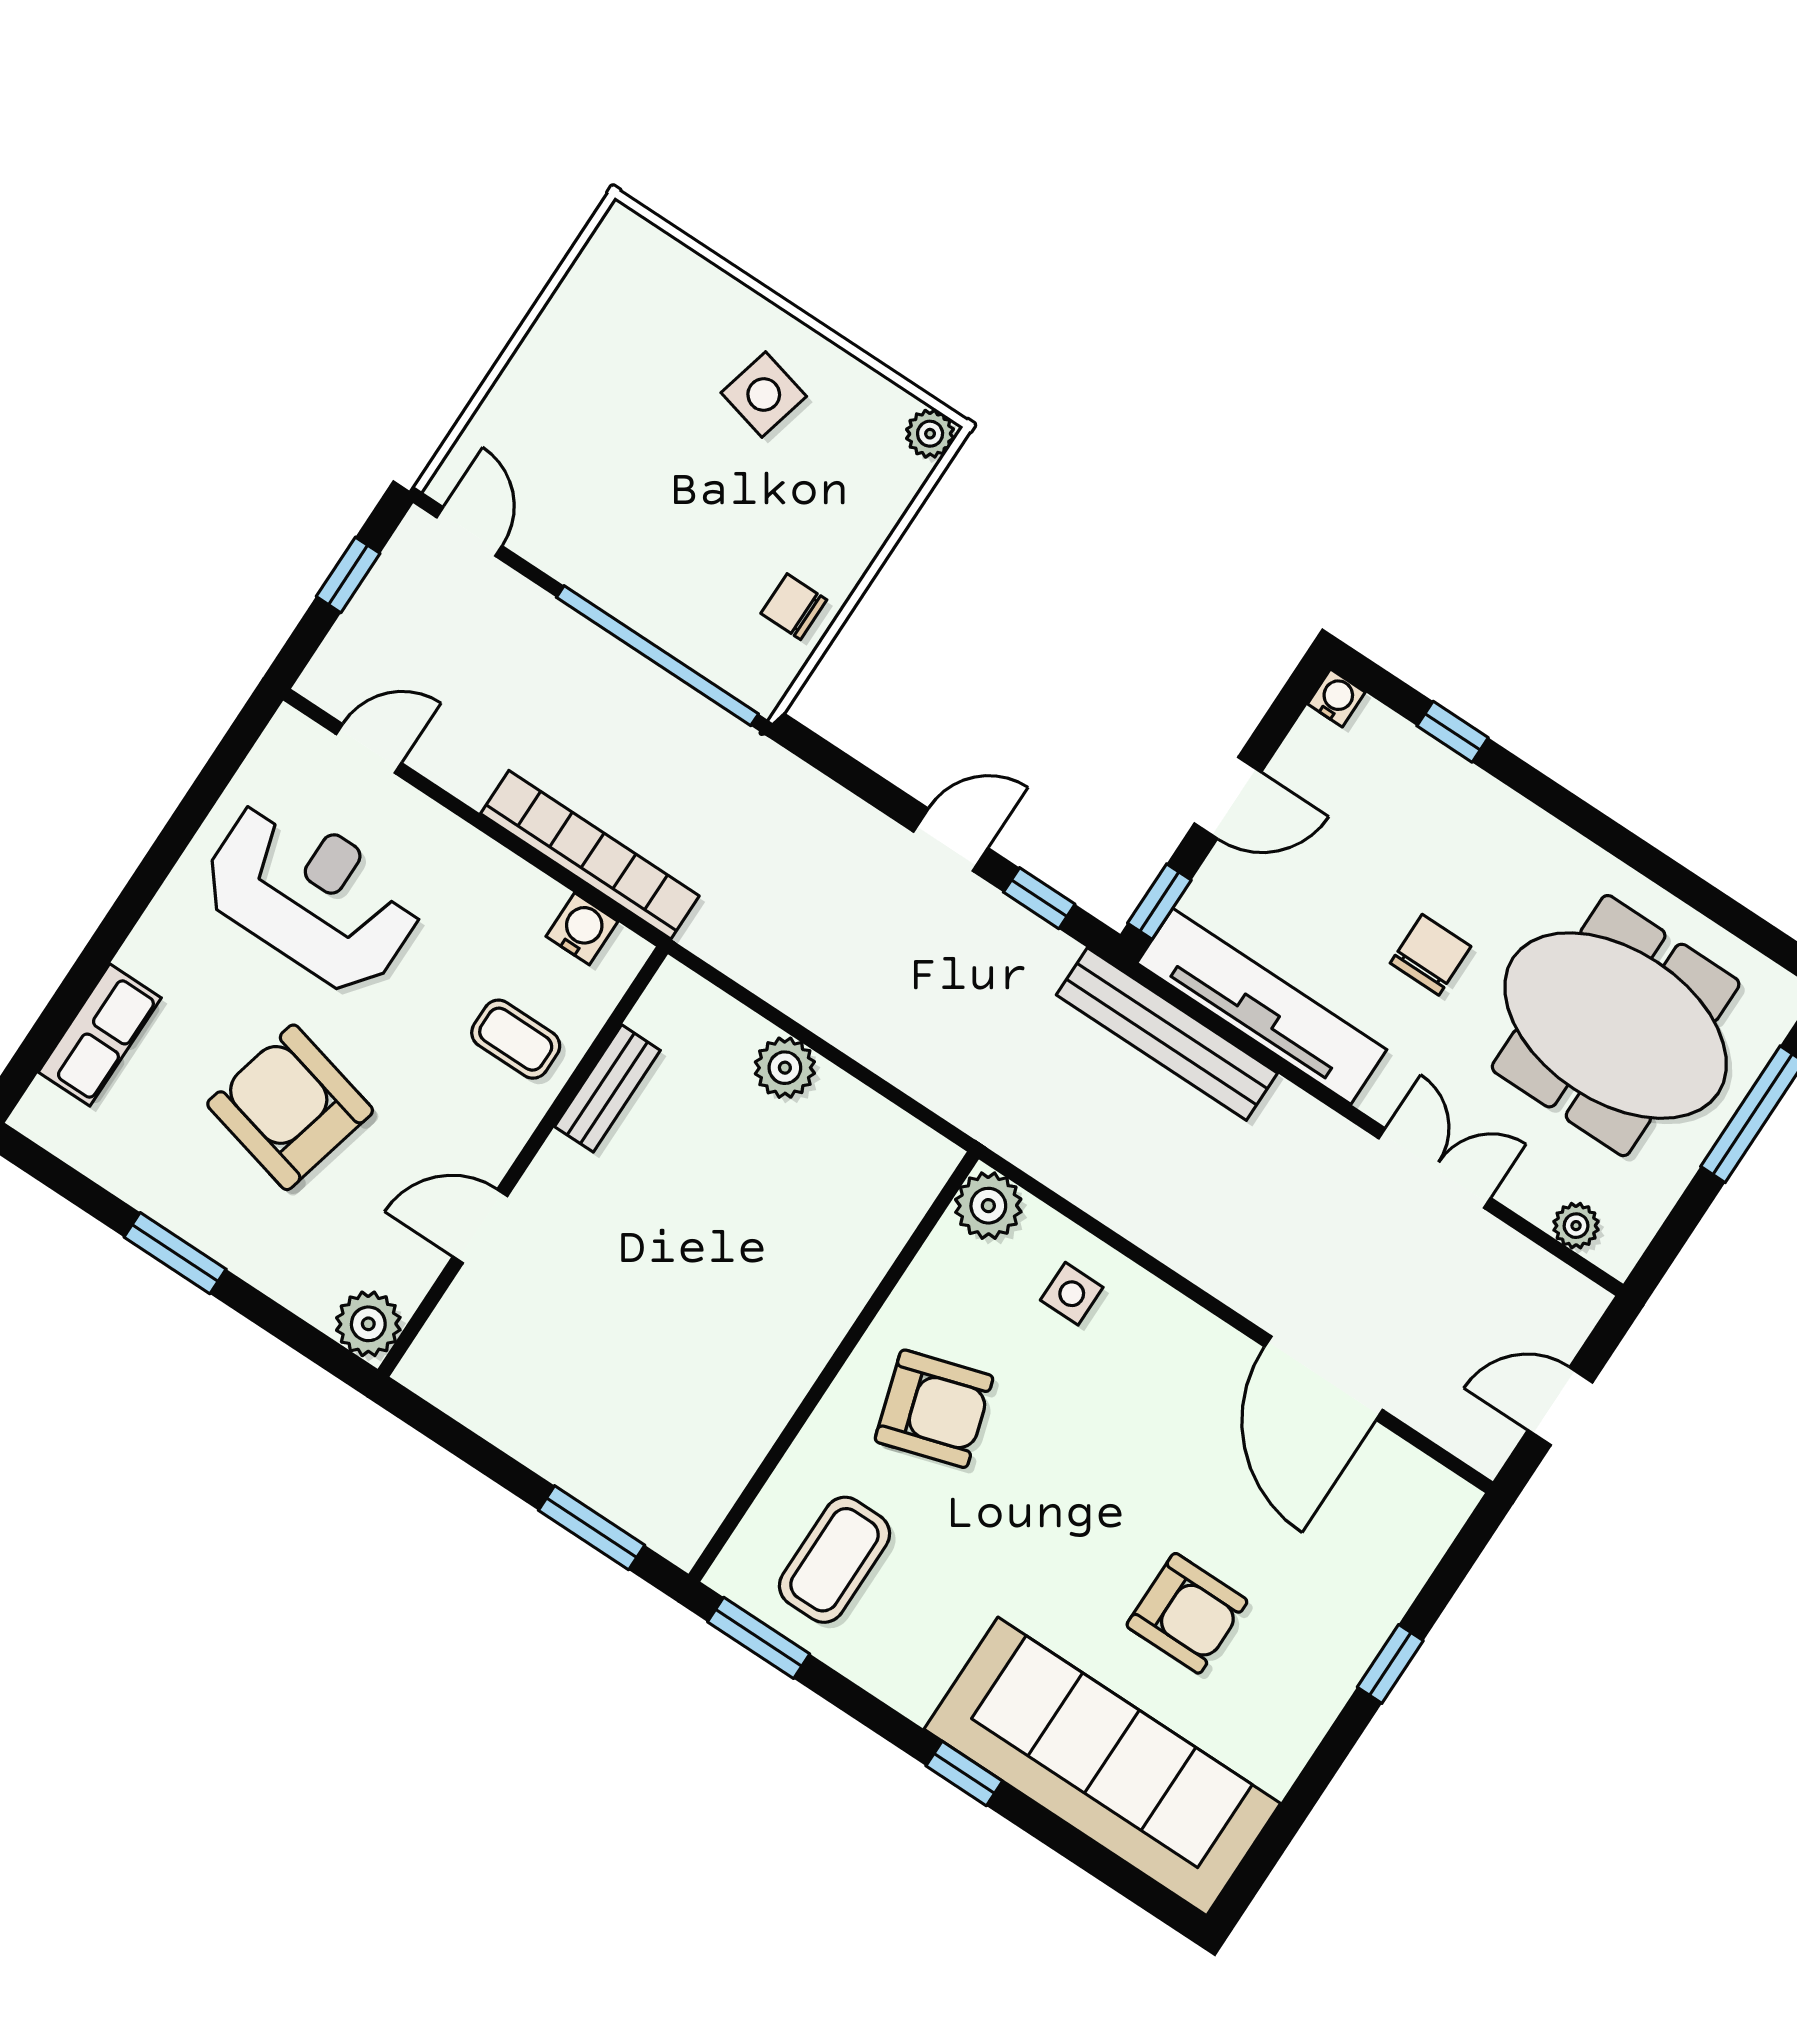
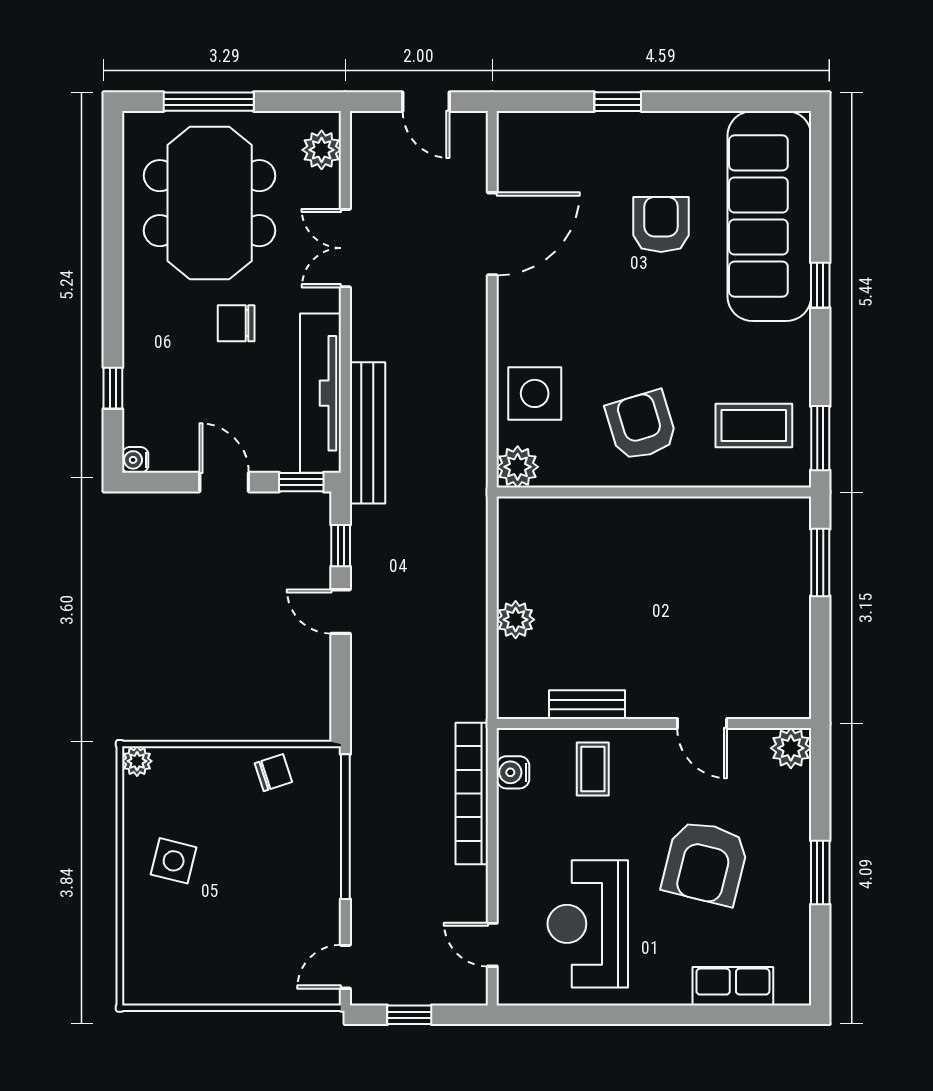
chair: (794, 607) -> (273, 773), turned -108
plant: (1576, 1226) -> (322, 150), width x1.38, depth x1.38
side table: (1072, 1294) -> (535, 393), width x1.87, depth x1.87

